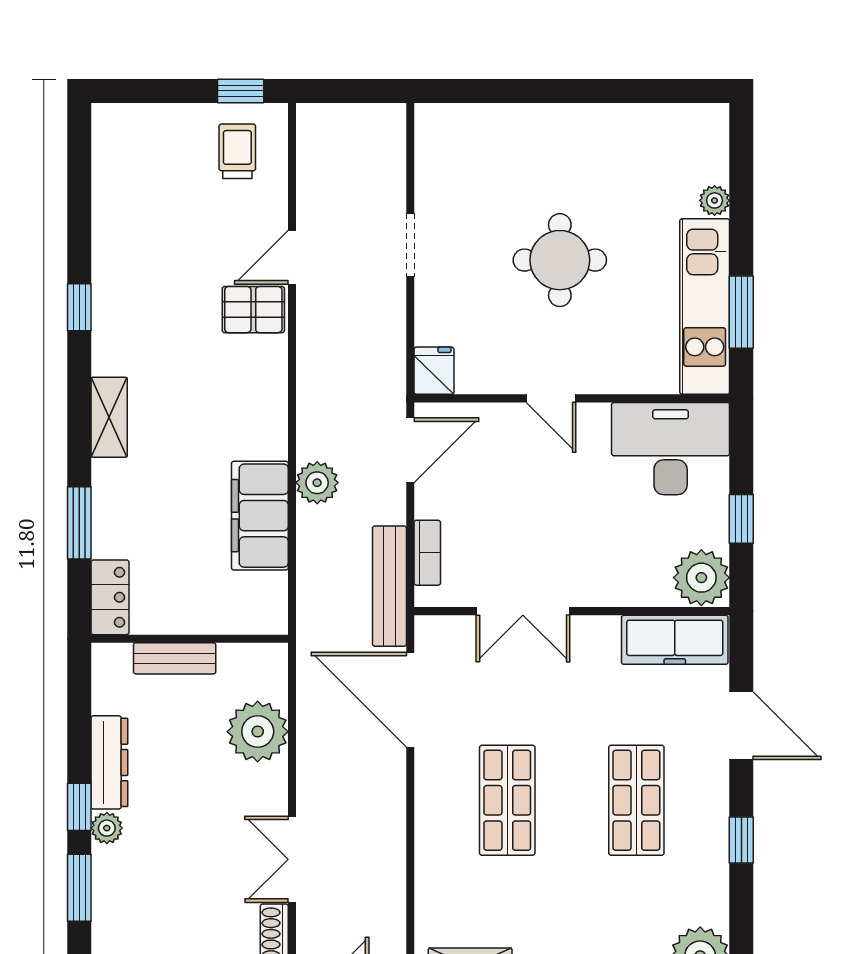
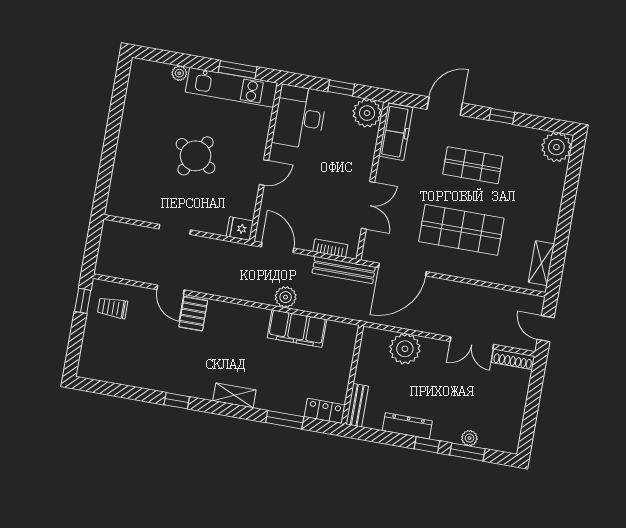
round table: (560, 260) -> (196, 156), turned 31
bench: (175, 658) -> (357, 405), moved
shop shelf: (507, 800) -> (461, 230), width x1.43, depth x1.36
plant: (107, 828) -> (469, 438), moved

